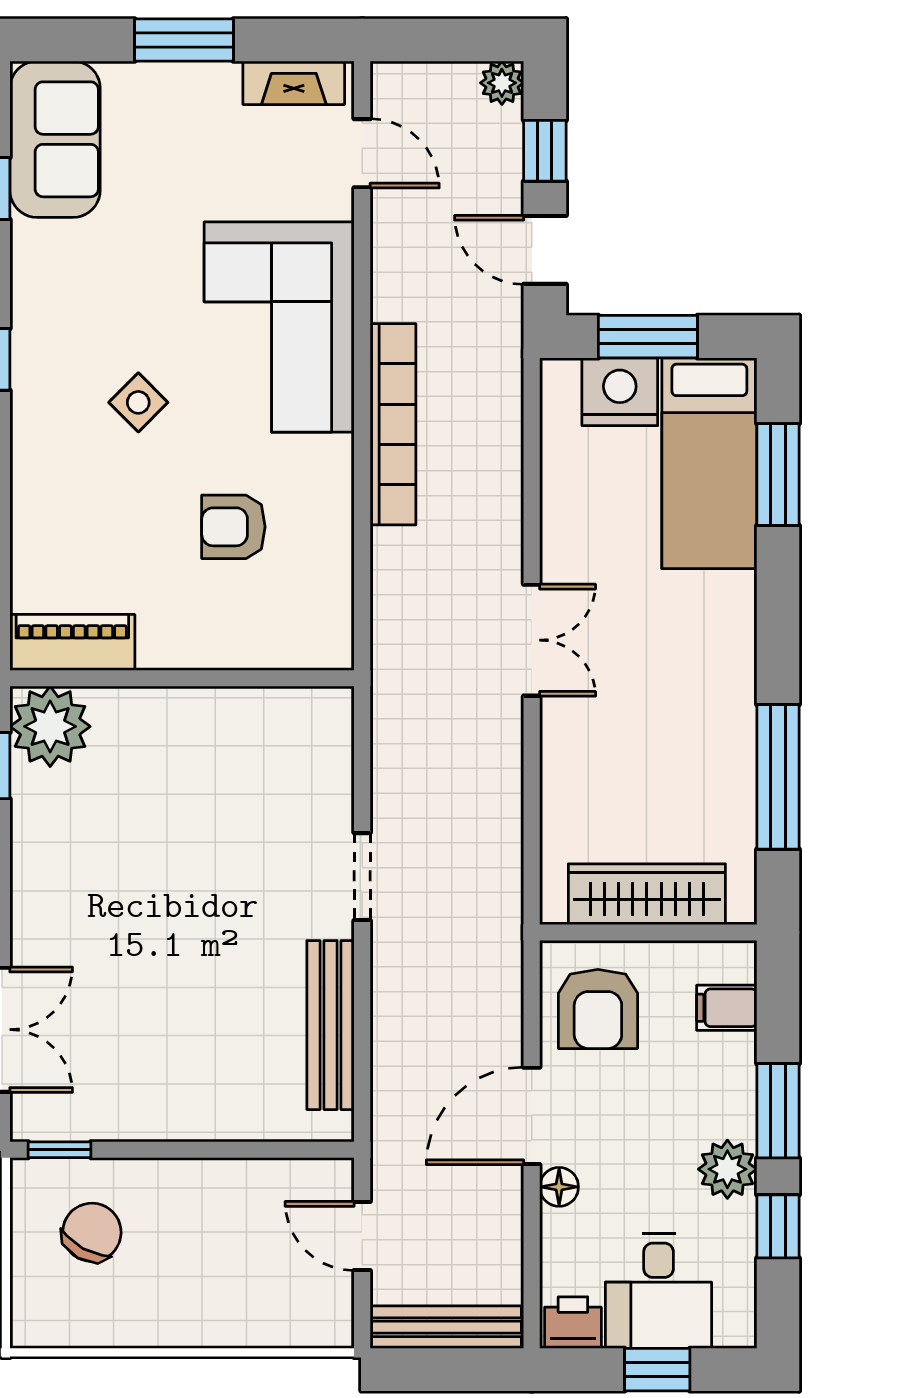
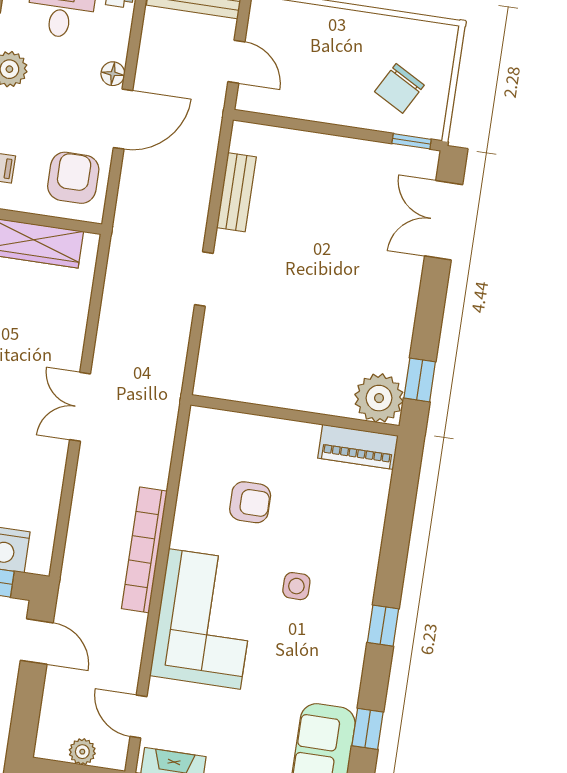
plant: (502, 83) -> (82, 752), moved
window: (545, 151) -> (28, 701), removed
side table: (138, 402) -> (296, 586), turned 45
bench: (331, 1025) -> (236, 192), width x0.73

